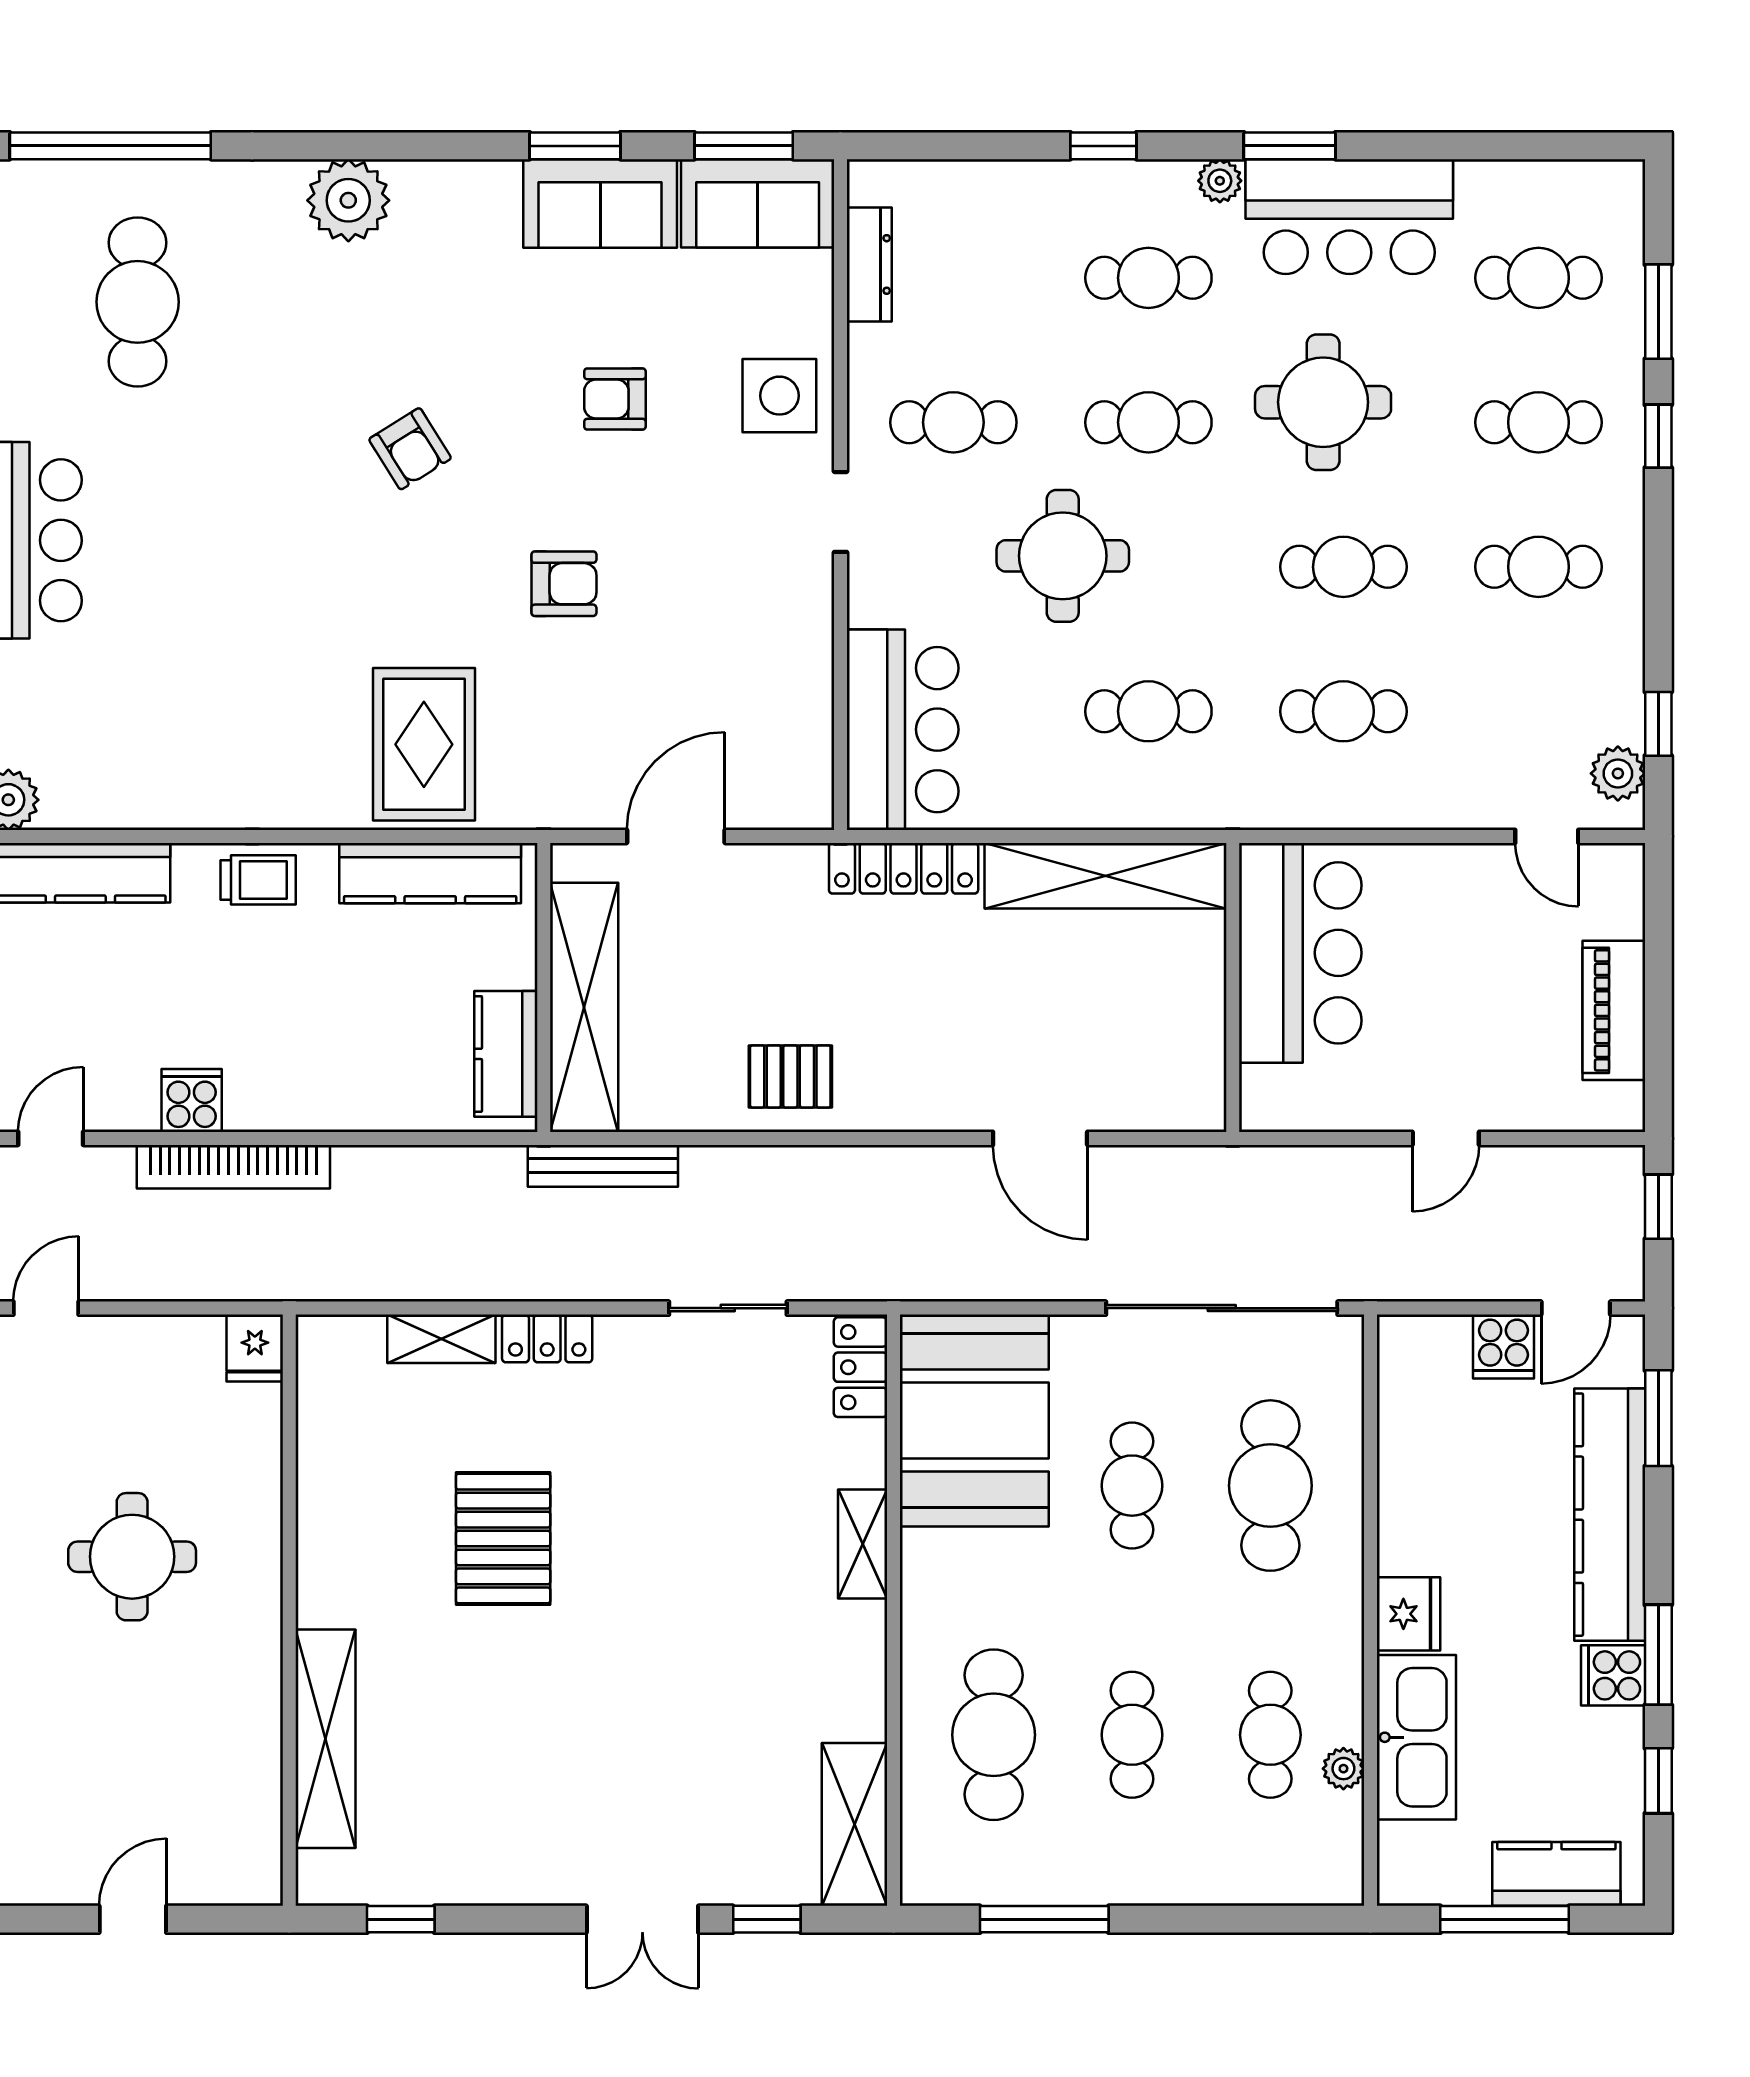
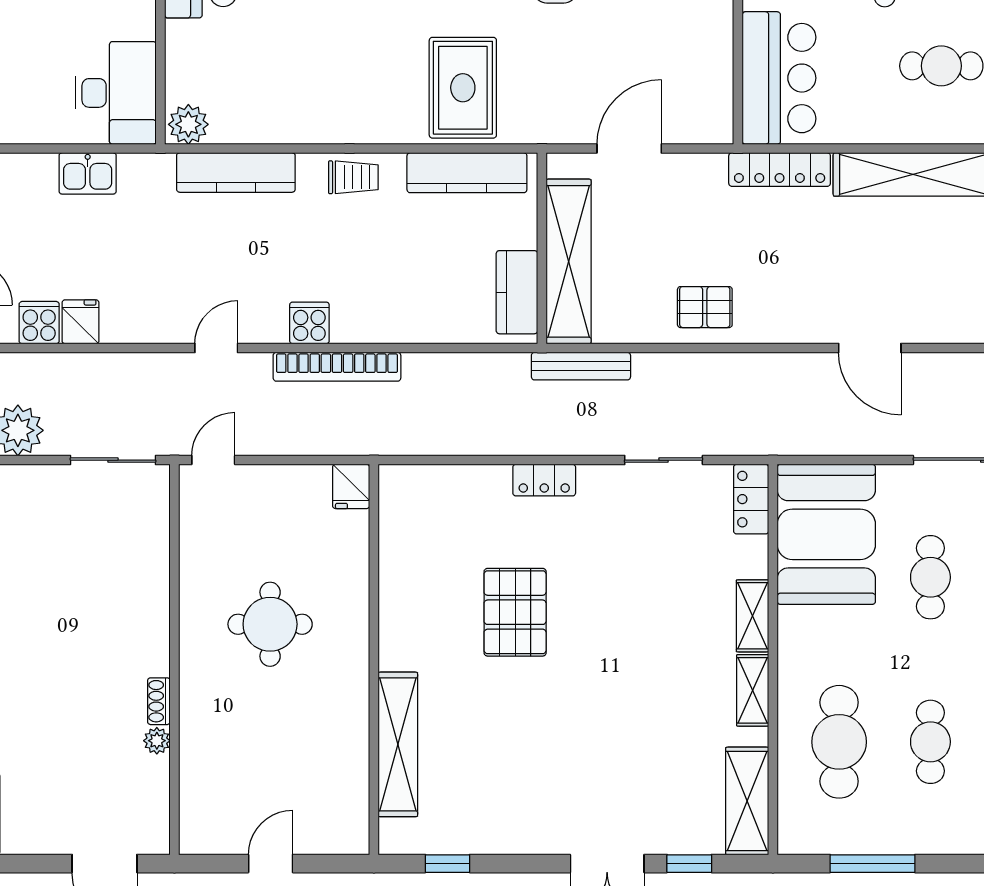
shelving: (441, 1339) -> (753, 690), moved, turned 90

